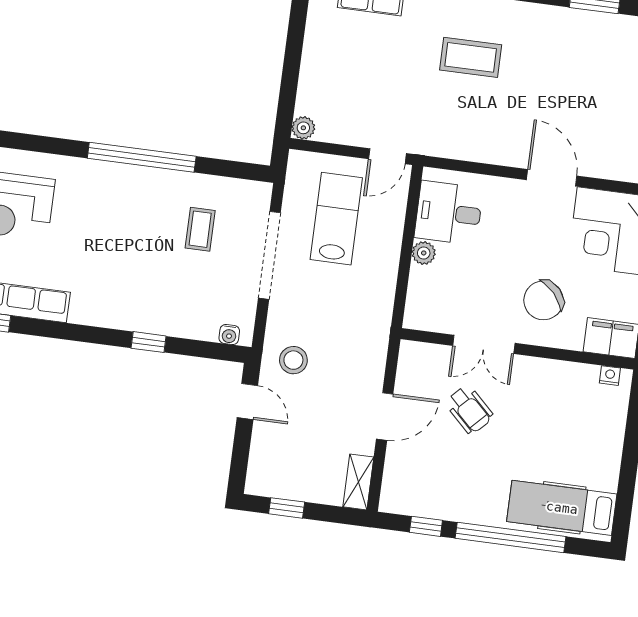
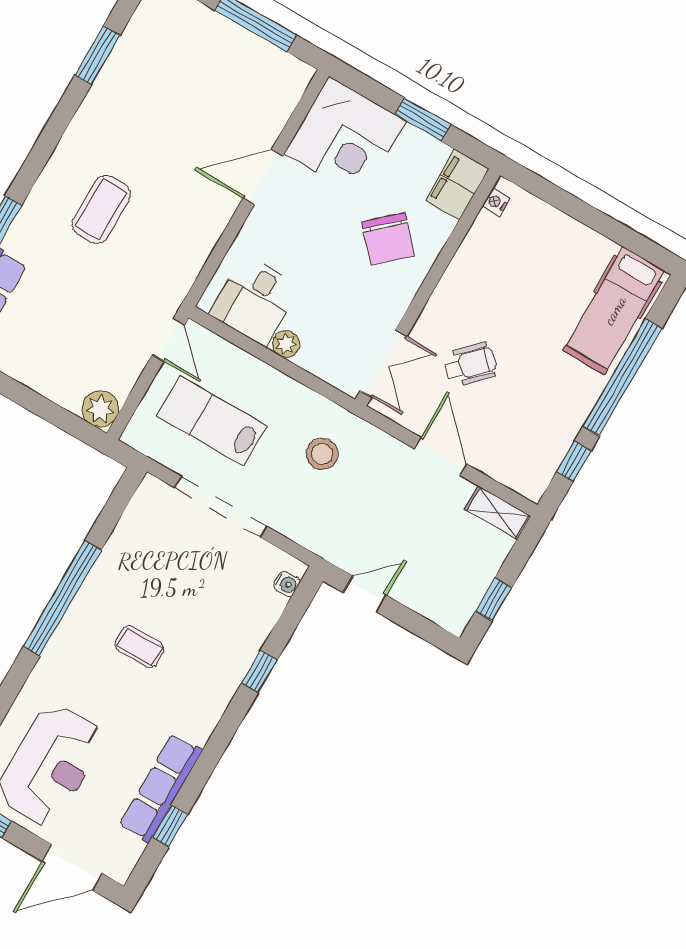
plant: (303, 128) -> (100, 409), width x1.38, depth x1.38
coffee table: (200, 229) -> (140, 647), moved
double door: (484, 344) -> (384, 363), moved
stool: (293, 360) -> (322, 454), moved

